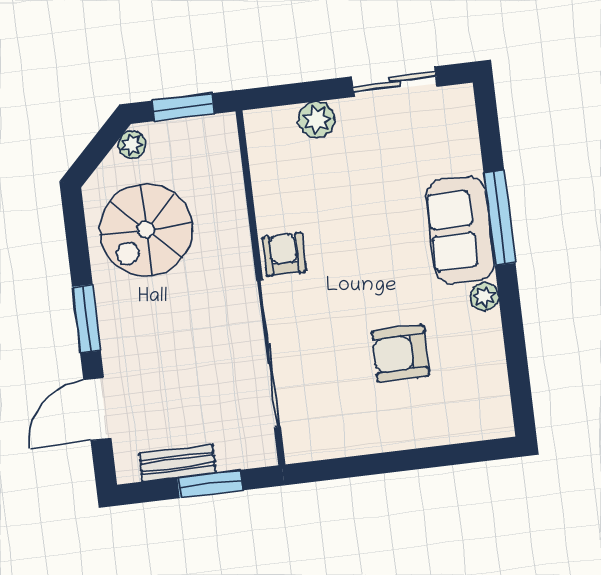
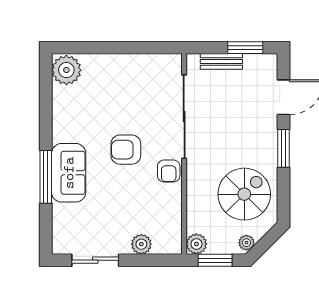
plant: (220, 132) -> (196, 244), added
plant: (484, 297) -> (66, 70), moved, width x1.88, depth x1.88
armchair: (400, 353) -> (126, 150), moved, turned 180
bench: (177, 463) -> (221, 61), moved
window: (210, 484) -> (245, 48), moved

